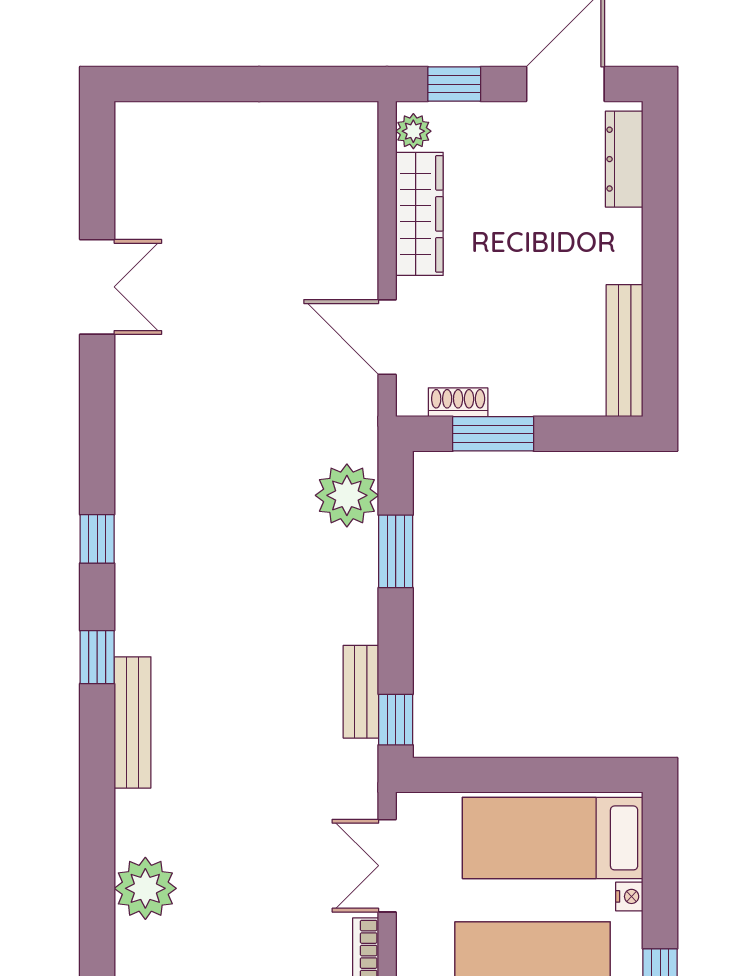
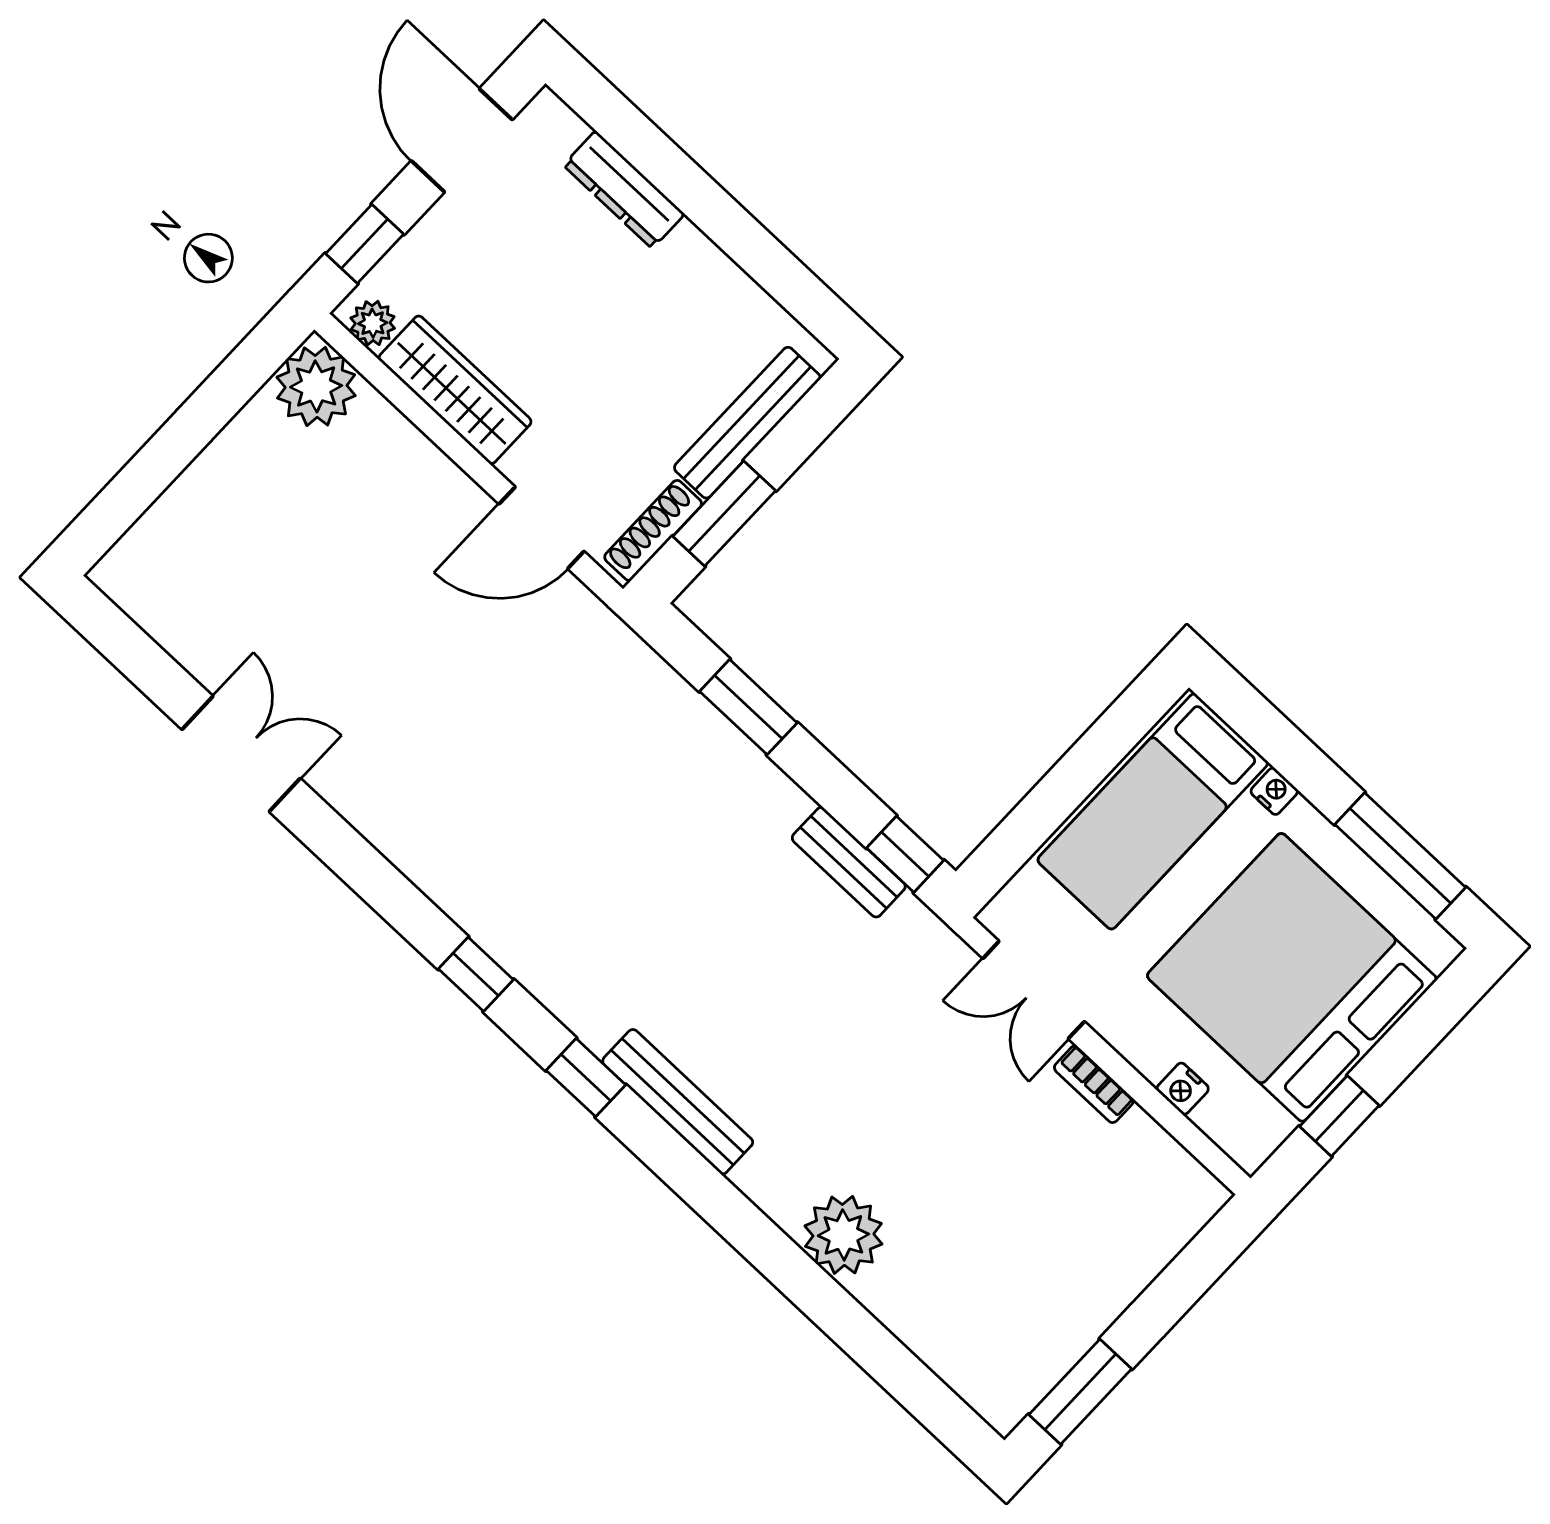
dresser: (624, 159) -> (624, 190), moved
bench: (624, 351) -> (747, 423), moved, turned 90
shoe rack: (458, 402) -> (653, 530), width x1.43
plant: (347, 495) -> (316, 386), moved

